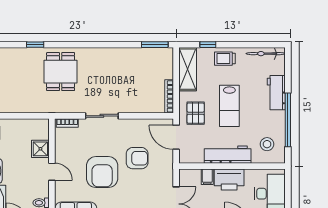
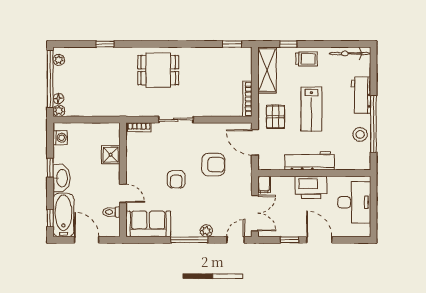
window: (155, 45) -> (232, 44), width x0.67
trolley: (225, 59) -> (307, 59), turned 180
dining table: (61, 72) -> (158, 70), moved, turned 90
stool: (267, 144) -> (360, 134), moved
door: (52, 172) -> (123, 193), moved
armchair: (102, 172) -> (176, 179), width x0.53, depth x0.53
filing cabinet: (207, 177) -> (264, 184), moved

